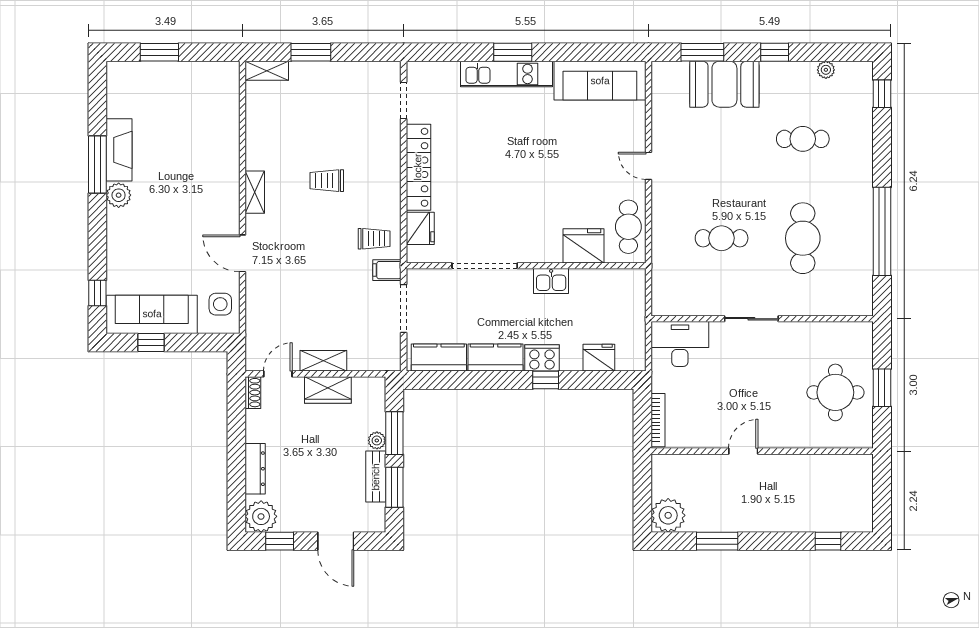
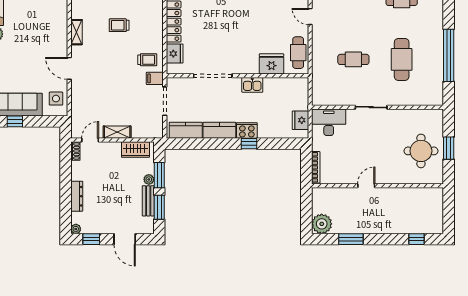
fridge: (599, 358) -> (300, 120), moved, turned -90
wardrobe: (328, 390) -> (135, 150), moved
plant: (261, 516) -> (76, 229), width x0.53, depth x0.53

